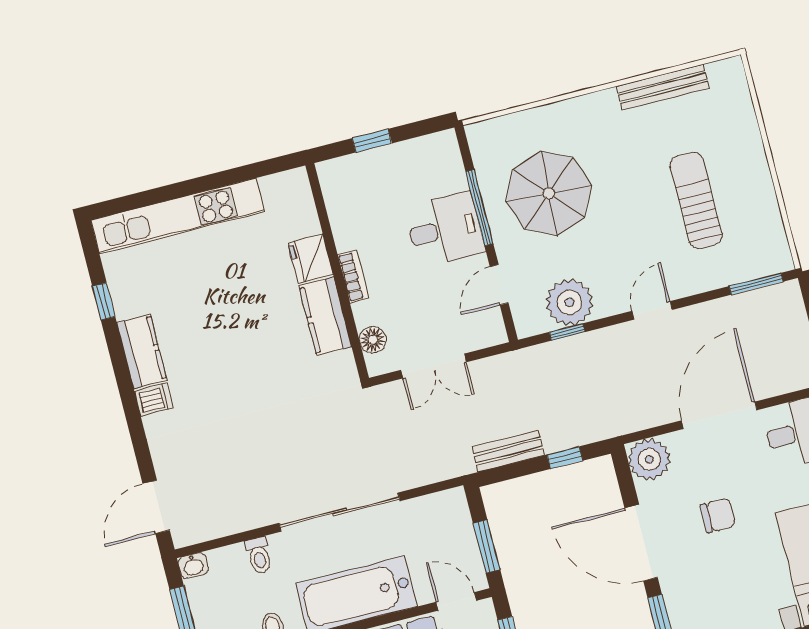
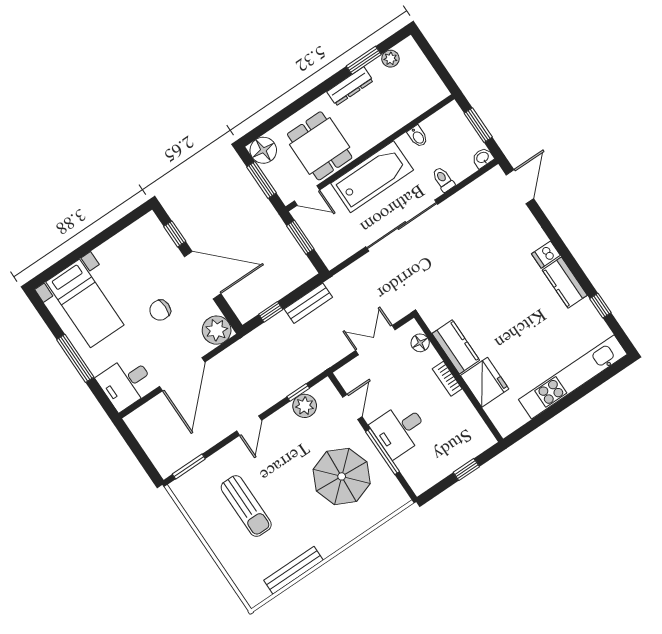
fridge: (311, 259) -> (485, 382), width x1.36, depth x1.34
plant: (569, 302) -> (305, 406), width x0.73, depth x0.73

